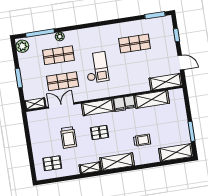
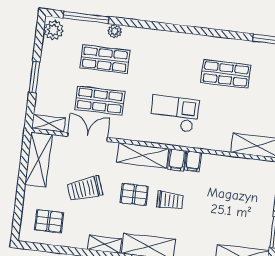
checkout: (97, 67) -> (174, 114), moved, turned -90
shelving: (152, 99) -> (38, 159), moved, turned 90
trolley: (69, 137) -> (85, 189), turned 70
trolley: (142, 140) -> (170, 200), moved

